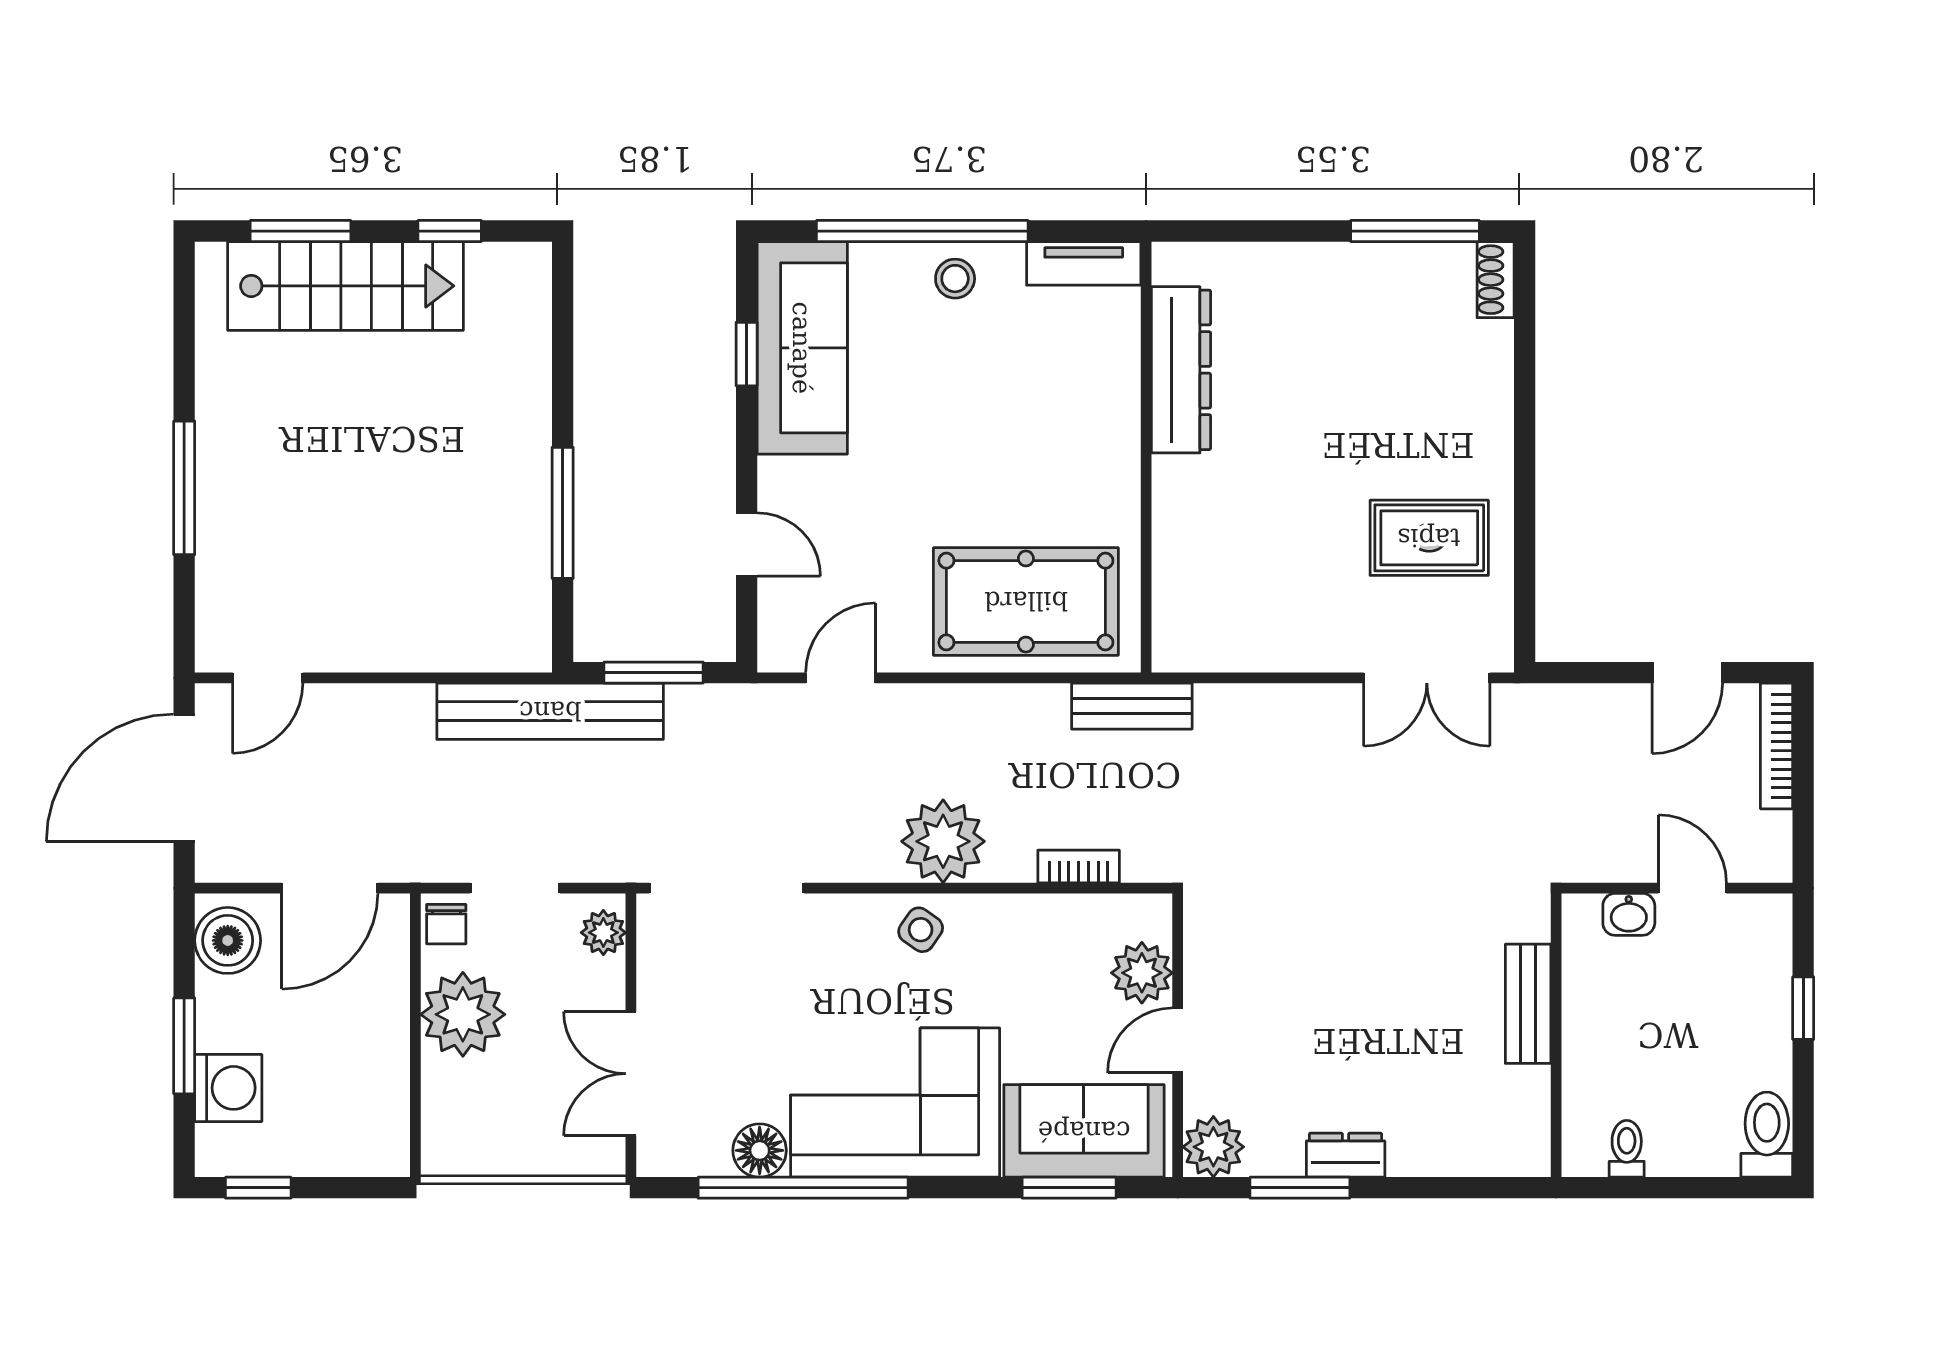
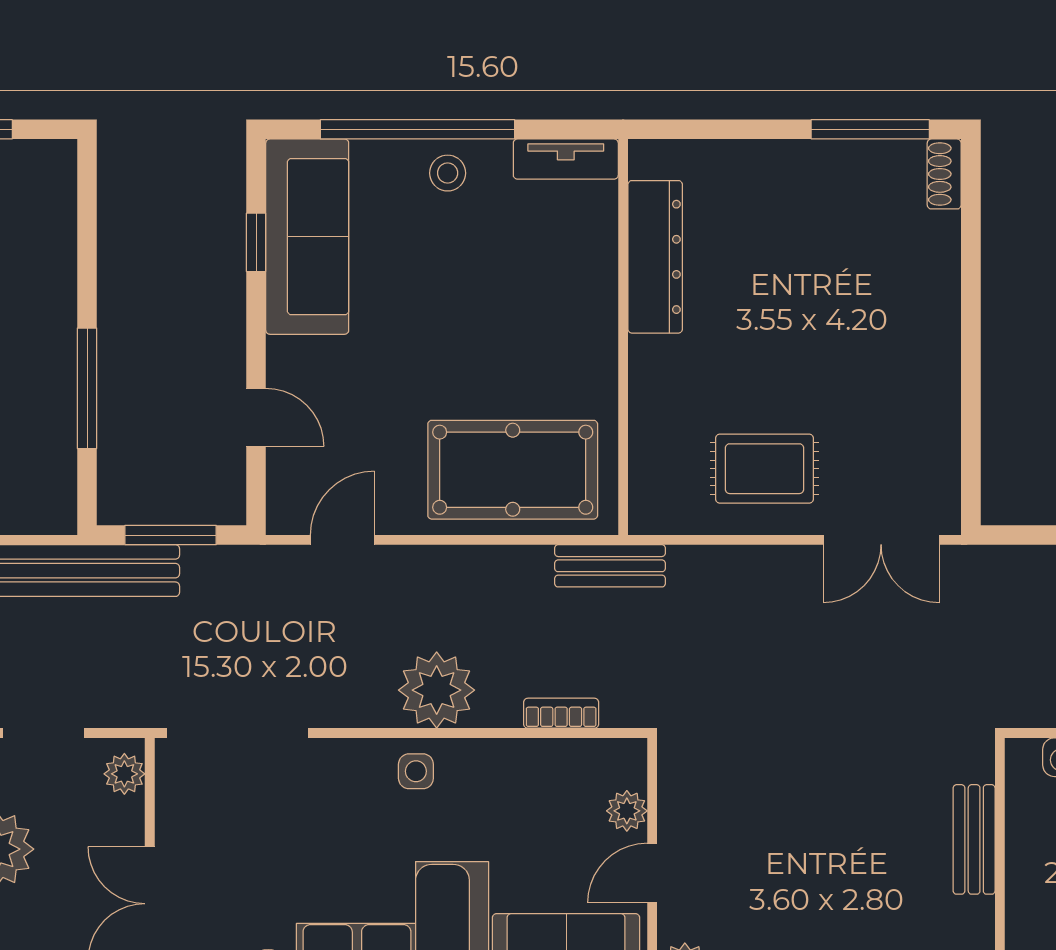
rug: (1429, 538) -> (765, 469), moved
side table: (921, 930) -> (416, 771), turned -35
plant: (1142, 973) -> (627, 811), width x0.73, depth x0.73

